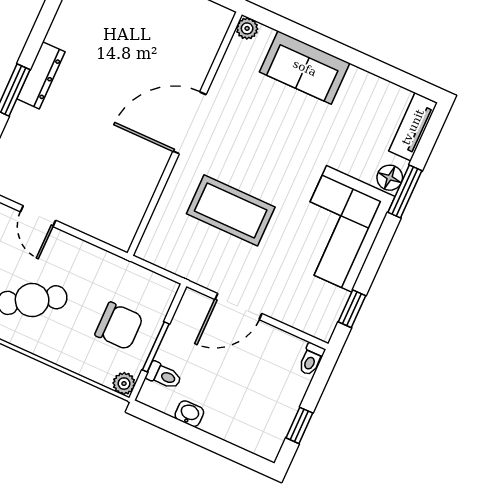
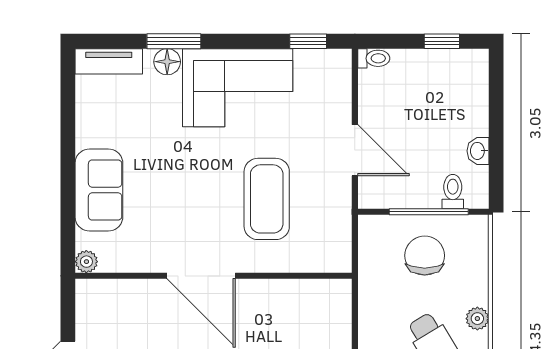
window: (156, 347) -> (429, 212), width x1.44
plant: (124, 384) -> (477, 319), moved

